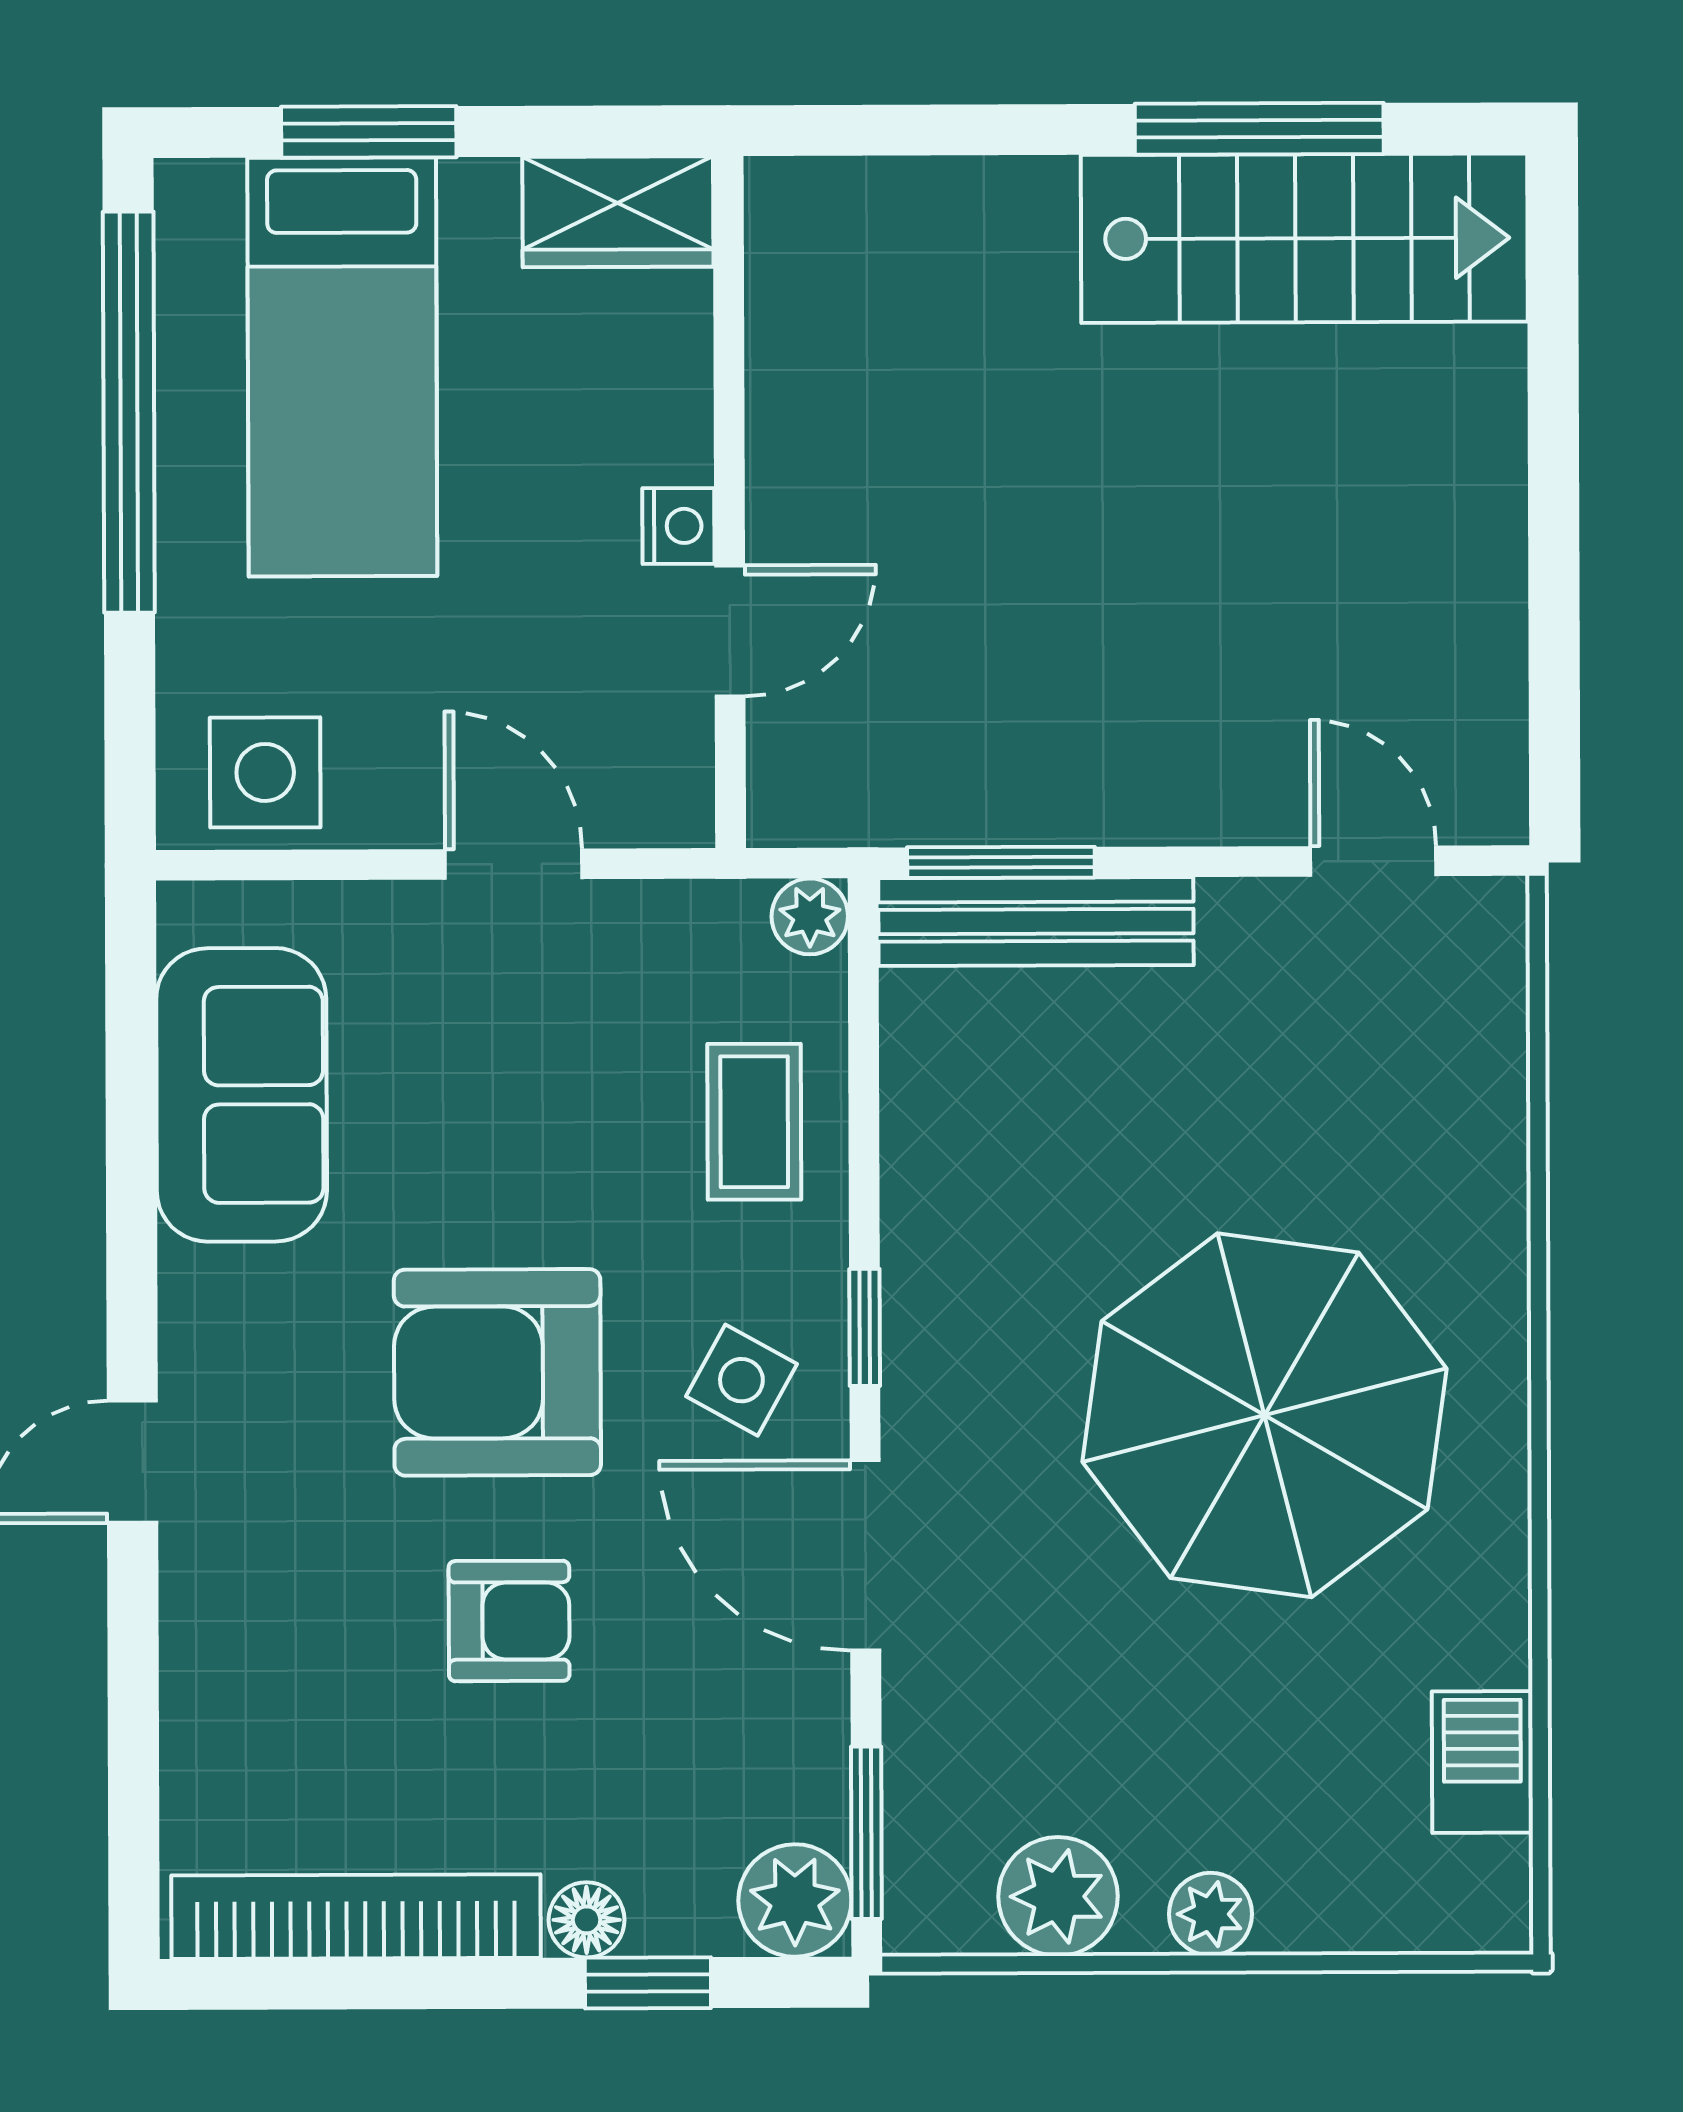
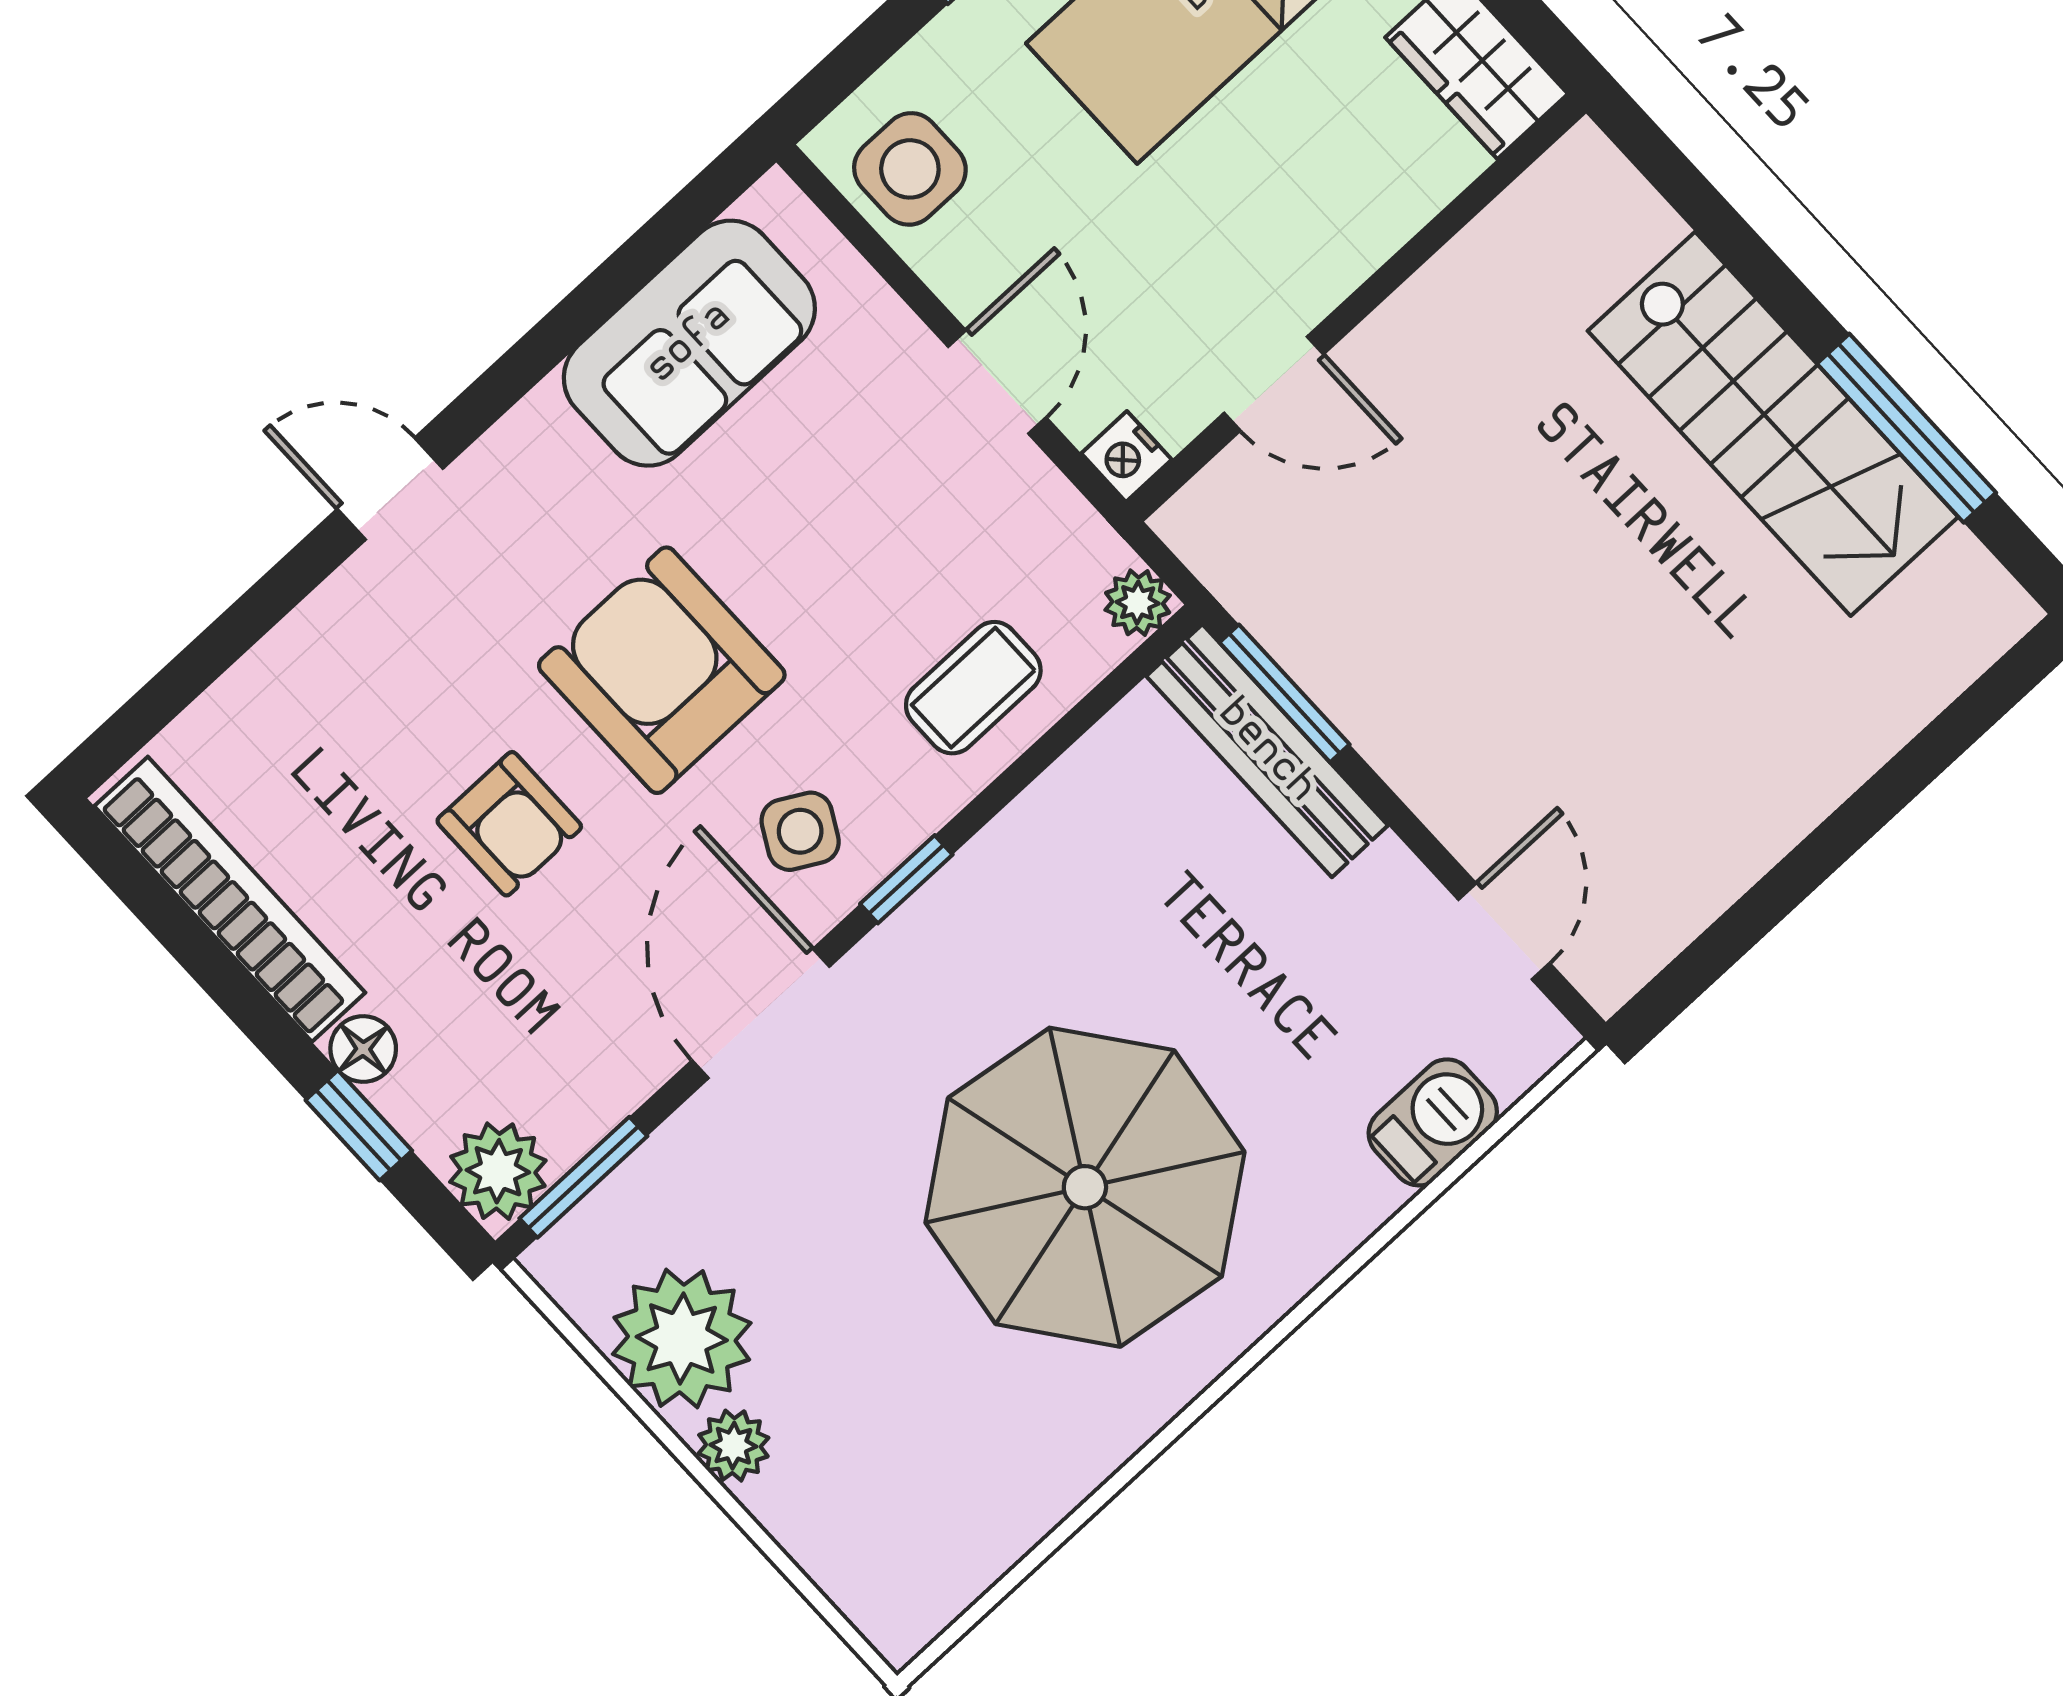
stairs: (1304, 238) -> (1773, 424), moved
nightstand: (678, 526) -> (1126, 456), moved, turned 90
barbecue: (1482, 1762) -> (1433, 1122), moved
plant: (1058, 1896) -> (682, 1339), width x1.36, depth x1.36

